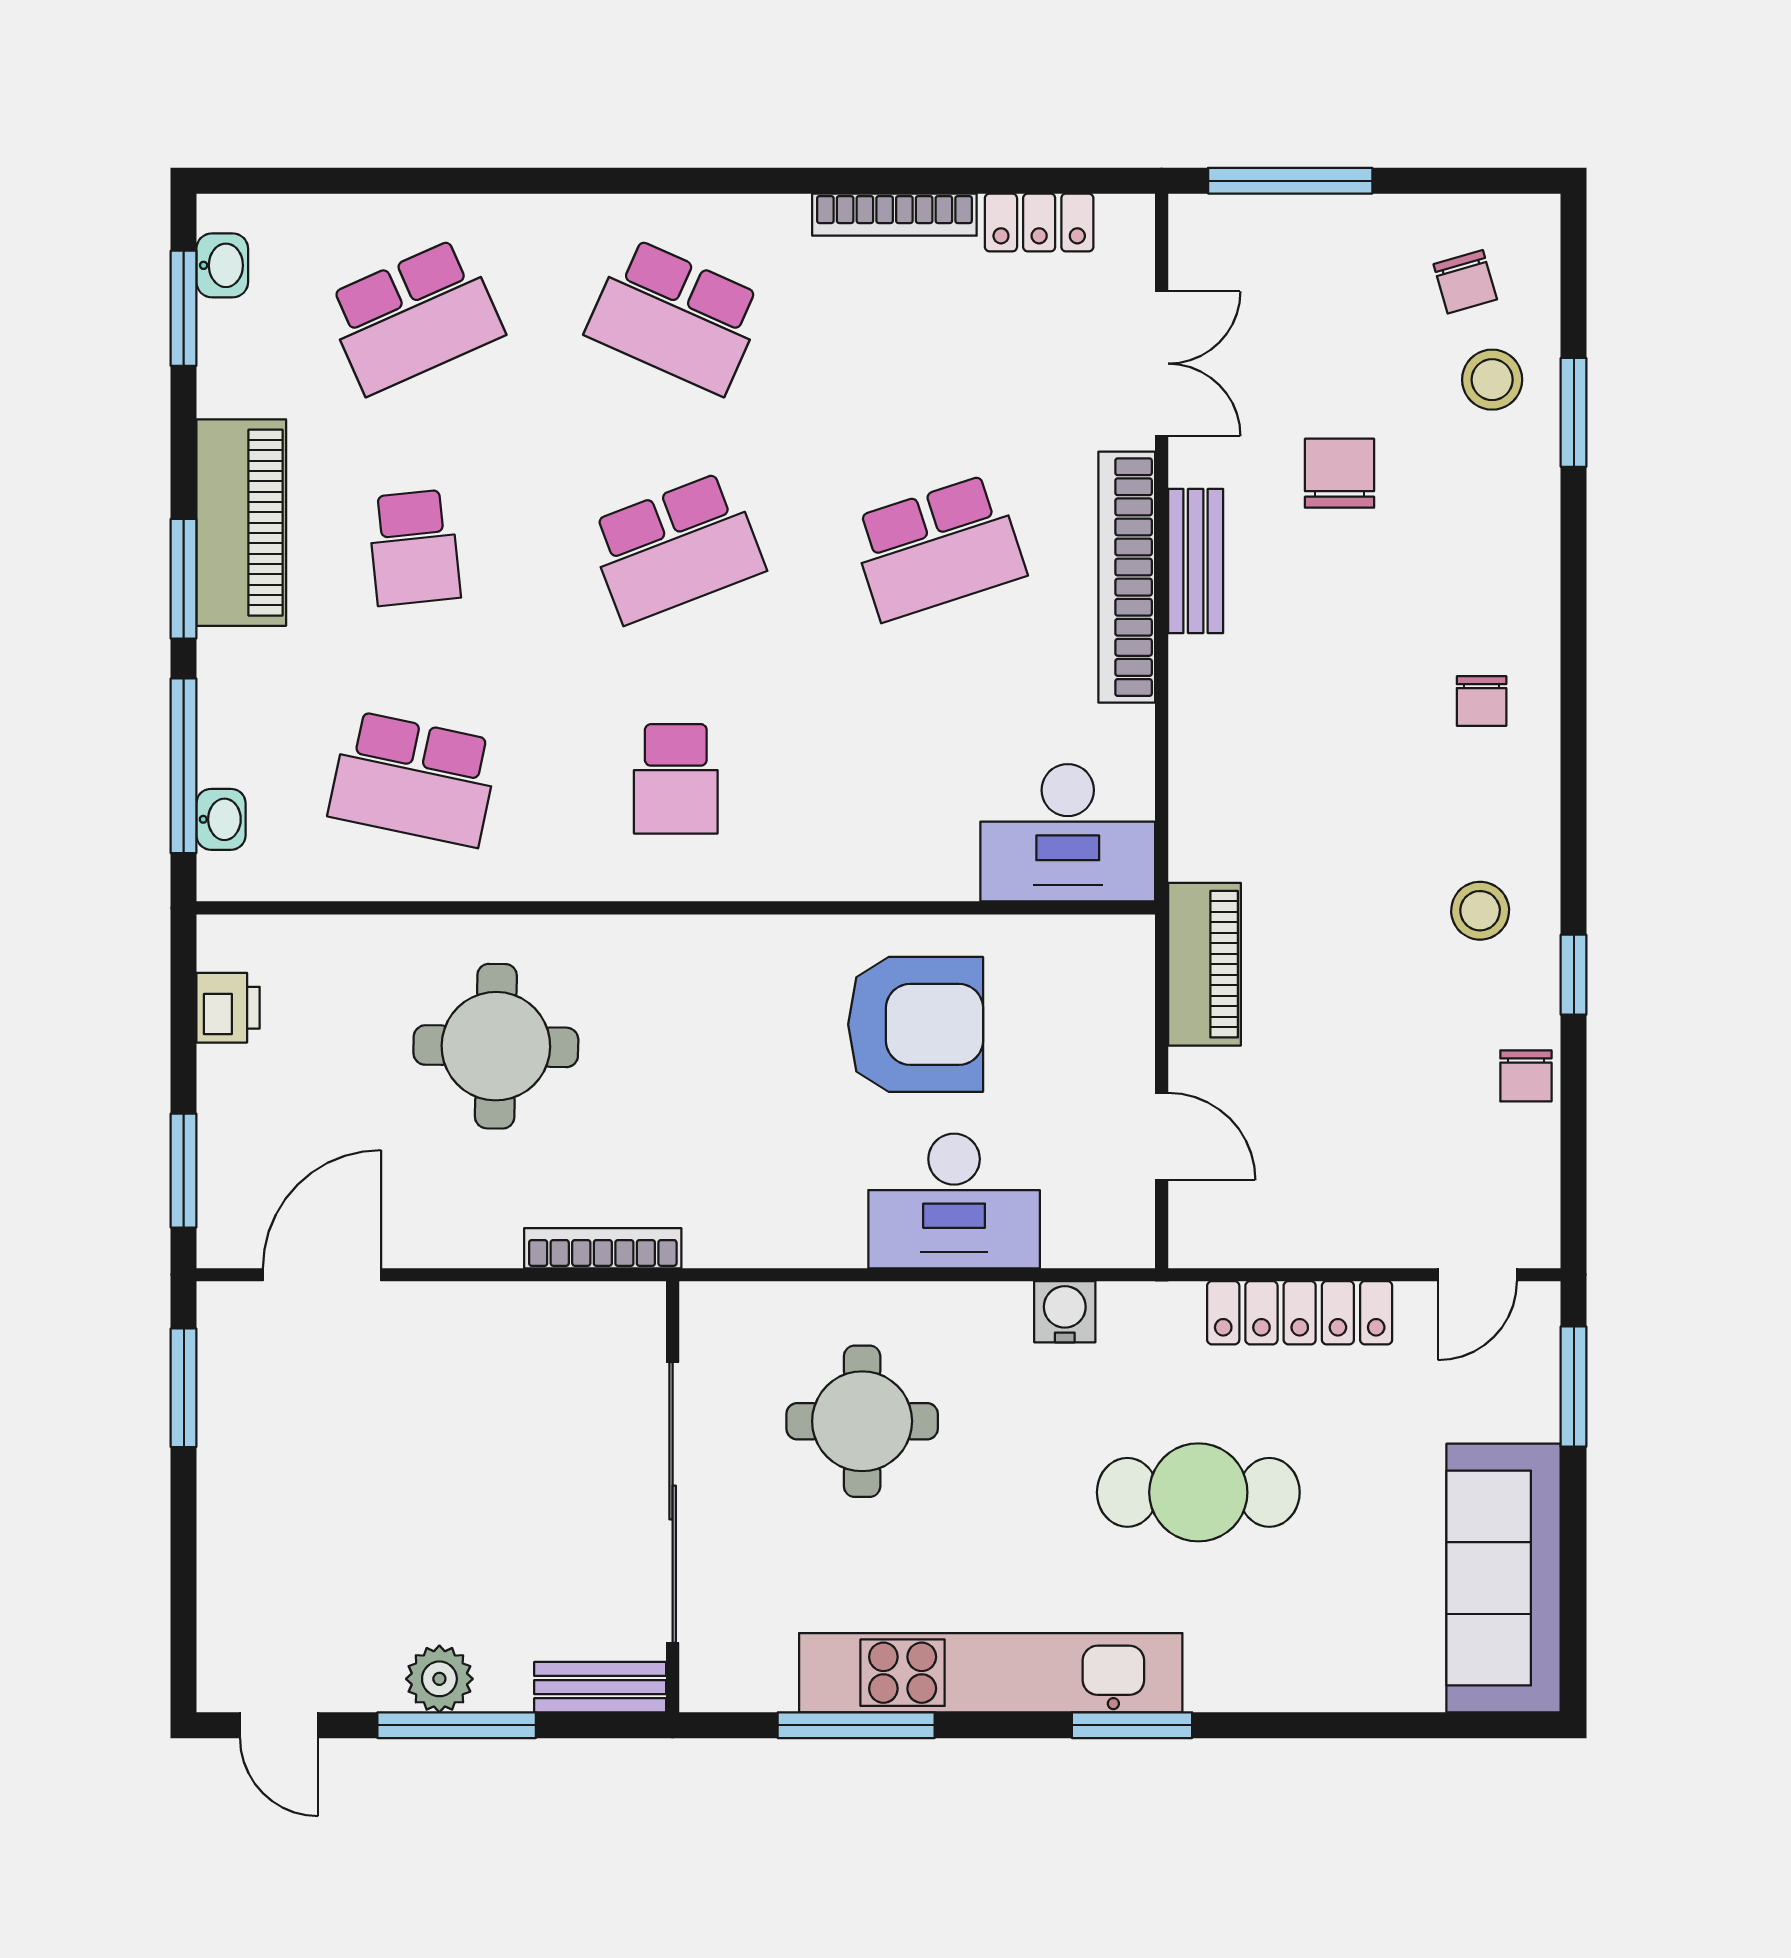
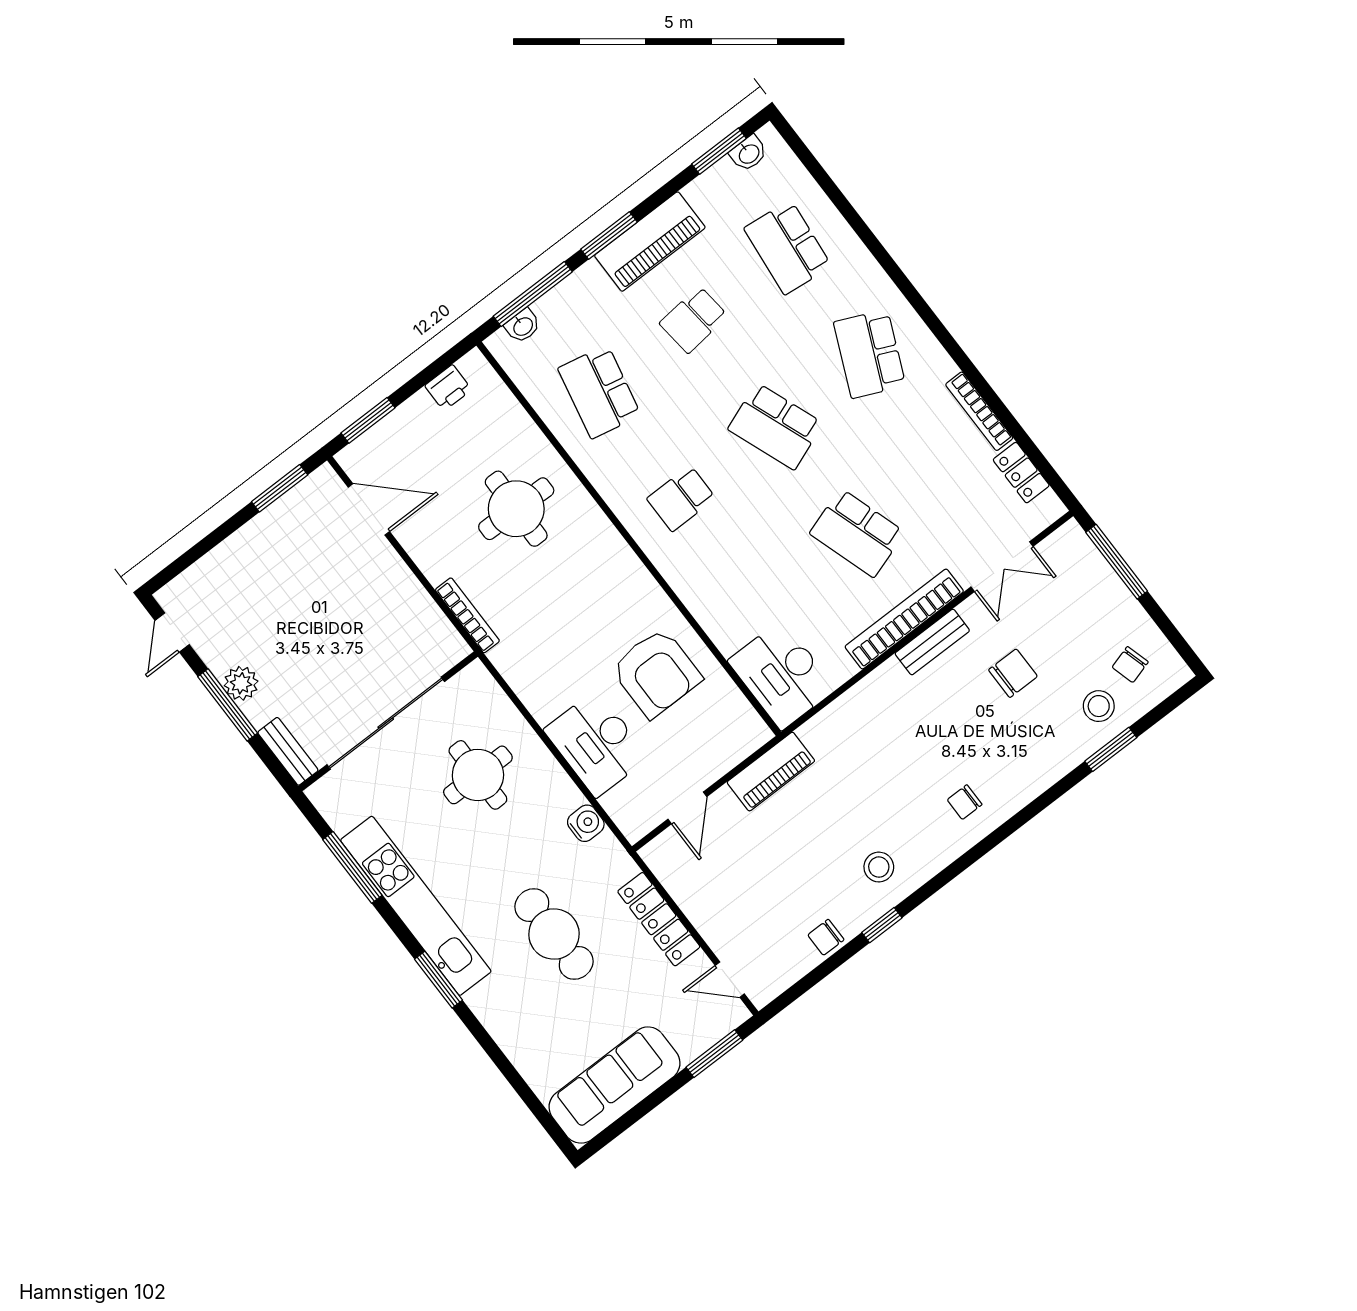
school desk: (414, 316) -> (788, 247), turned 30

